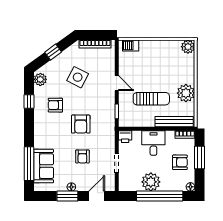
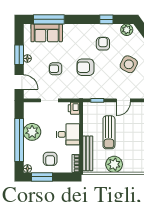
window: (200, 158) -> (42, 177), moved

